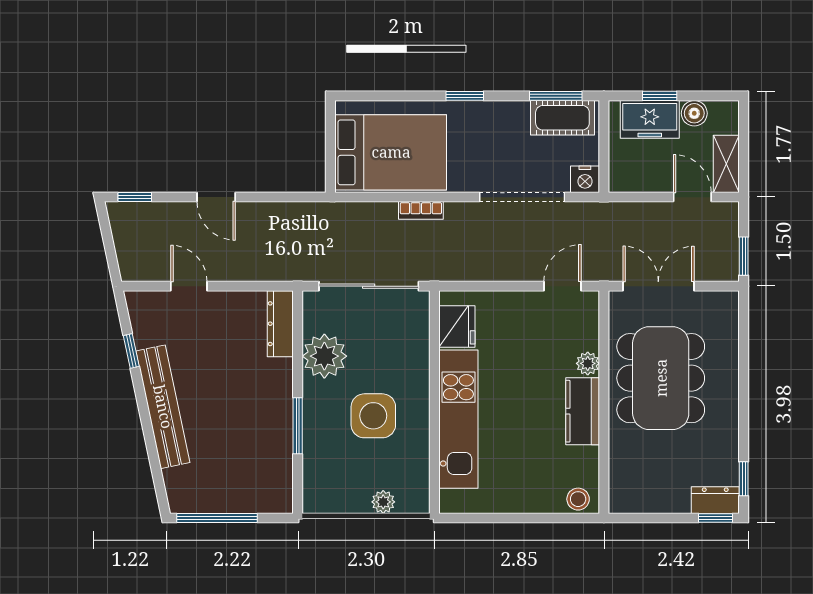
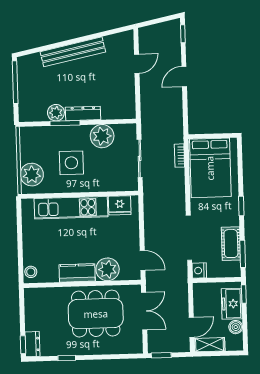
window: (660, 96) -> (244, 294), moved
cot: (562, 118) -> (231, 244), moved
bookcase: (421, 210) -> (179, 156), moved
sliding door: (369, 286) -> (140, 158), width x0.73
dresser: (280, 324) -> (83, 113), moved
window: (131, 351) -> (102, 34), removed
plant: (588, 363) -> (108, 269), width x1.87, depth x1.87
plant: (277, 442) -> (56, 113), added
window: (744, 479) -> (67, 358), moved
plant: (383, 502) -> (32, 175), width x1.88, depth x1.88

